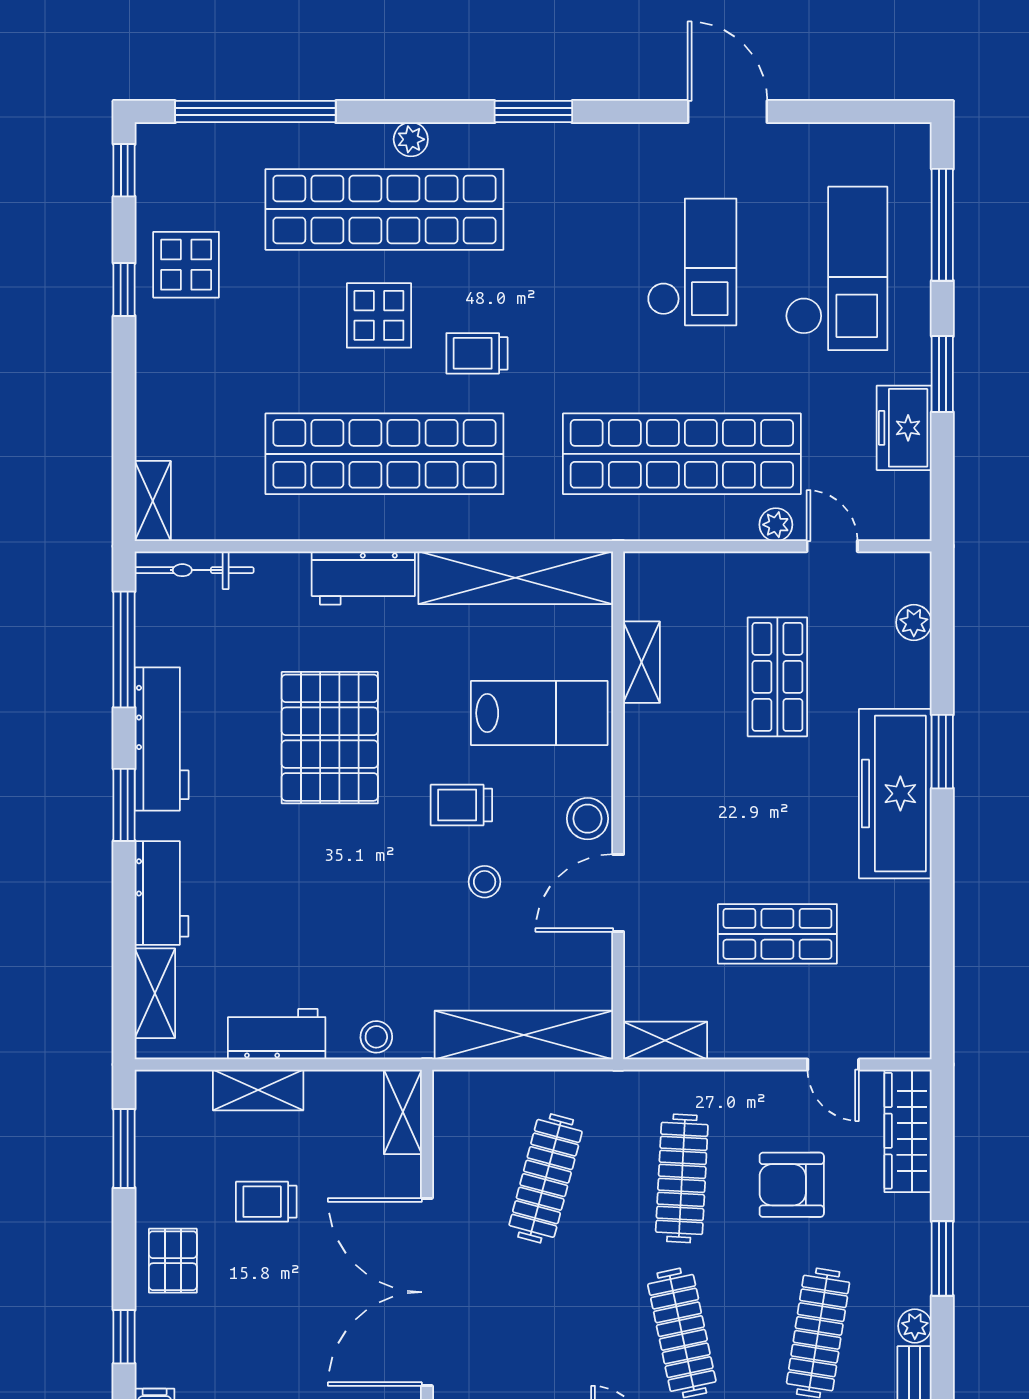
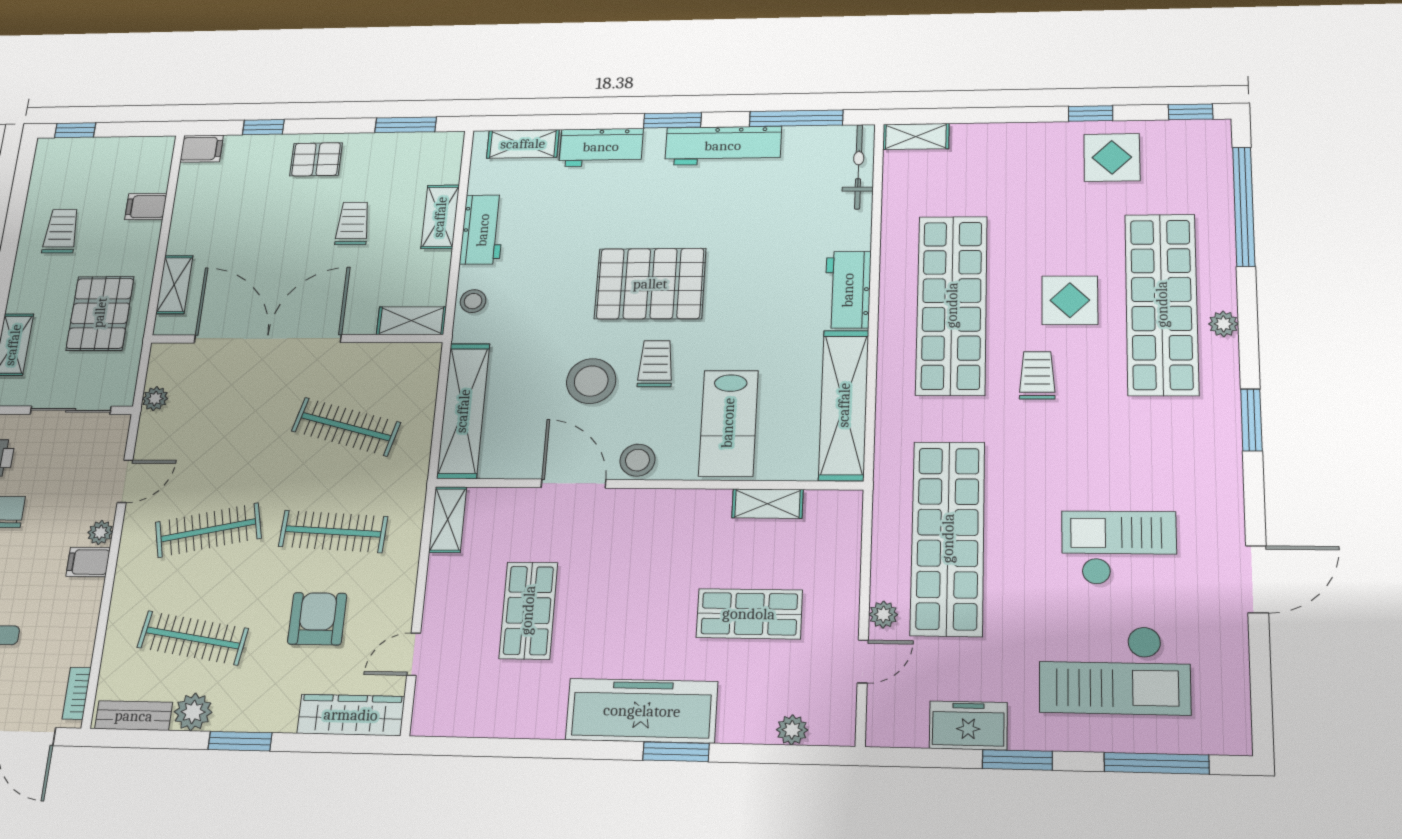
checkout: (692, 262) -> (1119, 548), turned 180
pallet: (330, 738) -> (650, 284), moved
stool: (485, 882) -> (591, 381), width x1.89, depth x1.89
plant: (915, 1326) -> (193, 712), width x1.38, depth x1.38

